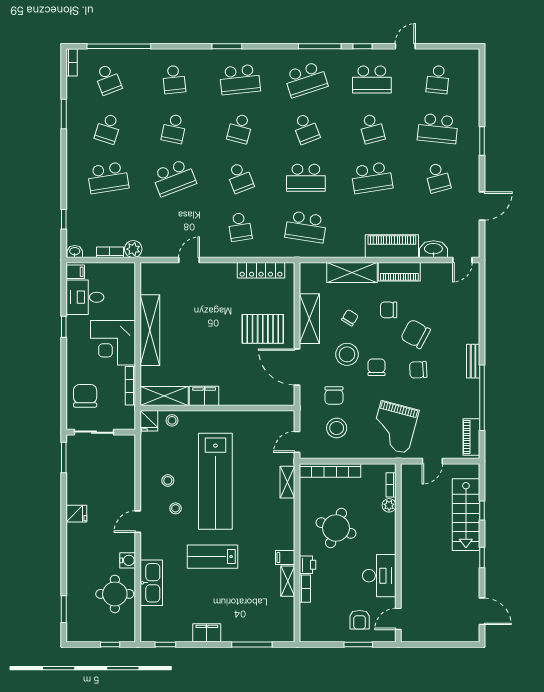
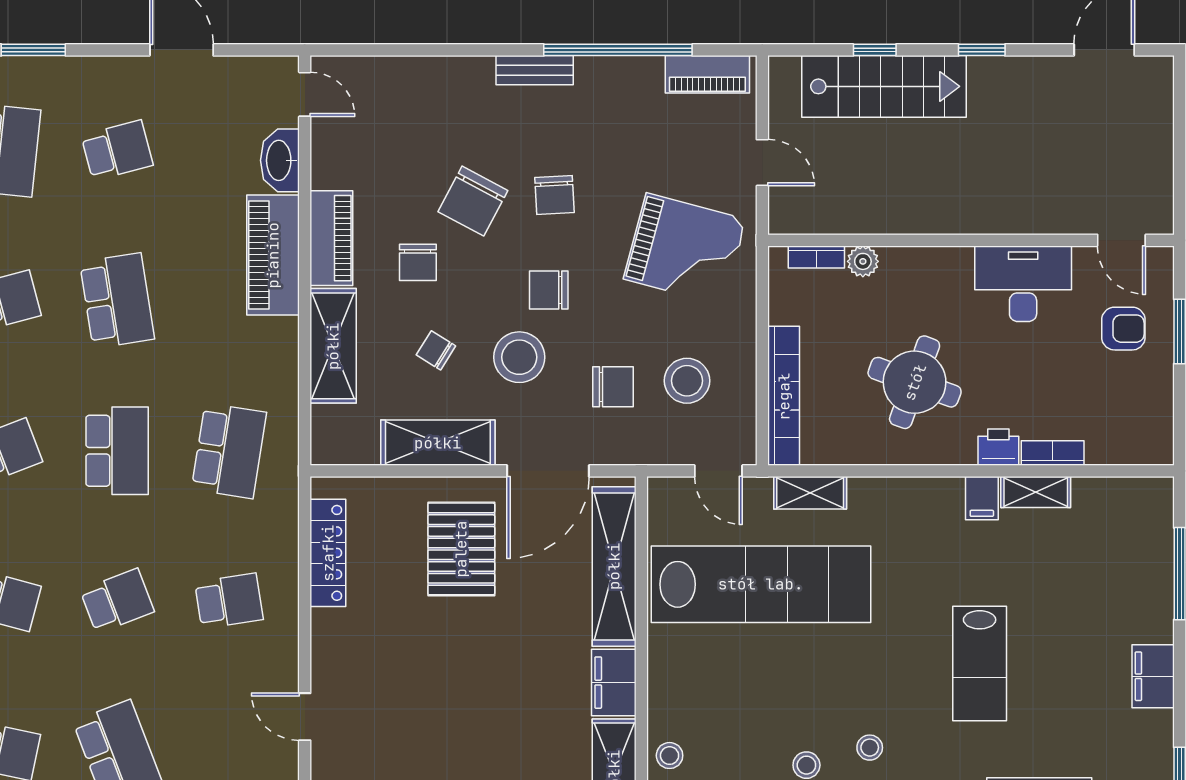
shelving: (255, 396) -> (614, 566), added
lab bench: (215, 481) -> (761, 584), moved

